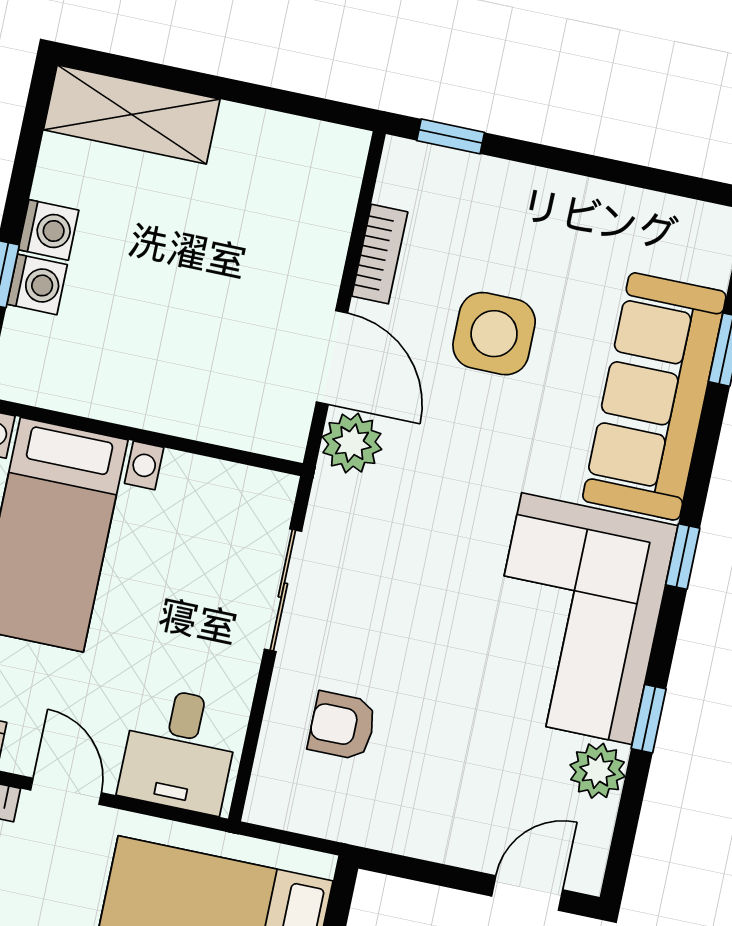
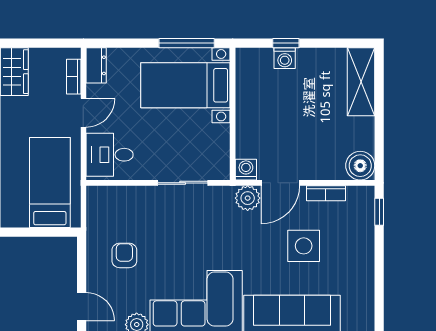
boiler: (331, 158) -> (360, 166), added
washing machine: (49, 230) -> (246, 170), moved, turned 180
armchair: (342, 726) -> (124, 255), moved

